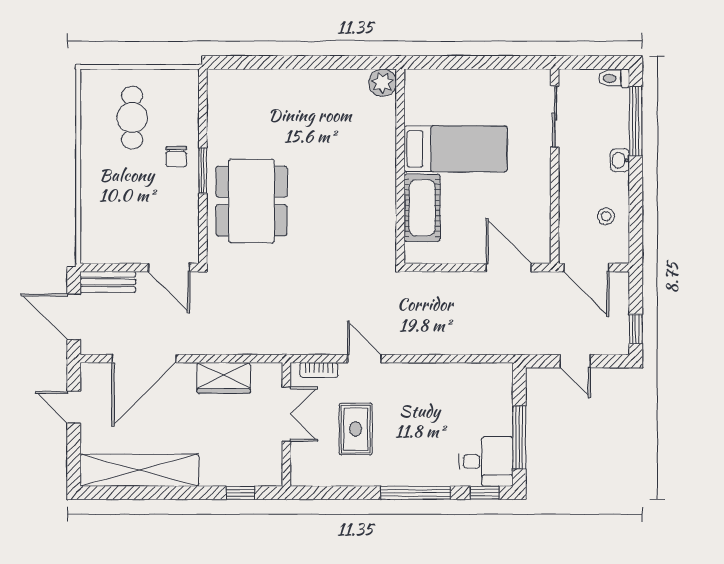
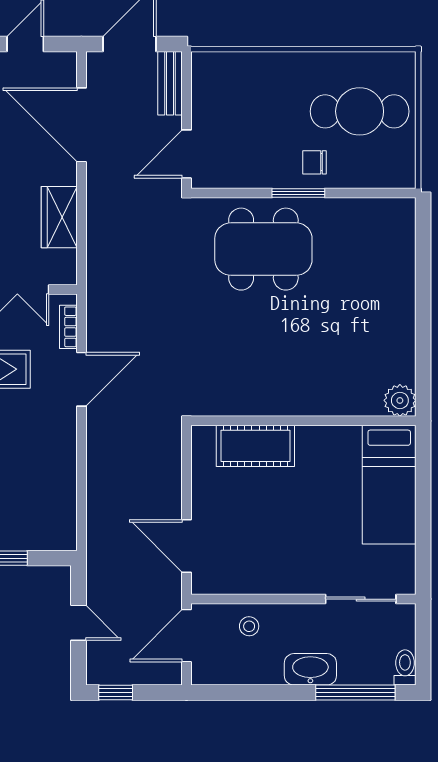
cafe table: (132, 118) -> (360, 111), width x1.37, depth x1.35
bed: (456, 149) -> (389, 485), moved
washbasin: (620, 160) -> (310, 669), width x1.91, depth x1.45
stool: (606, 216) -> (249, 626), moved
door: (509, 268) -> (187, 546), swing flipped
door: (364, 359) -> (81, 379), width x1.38
door: (575, 361) -> (78, 623), swing flipped

